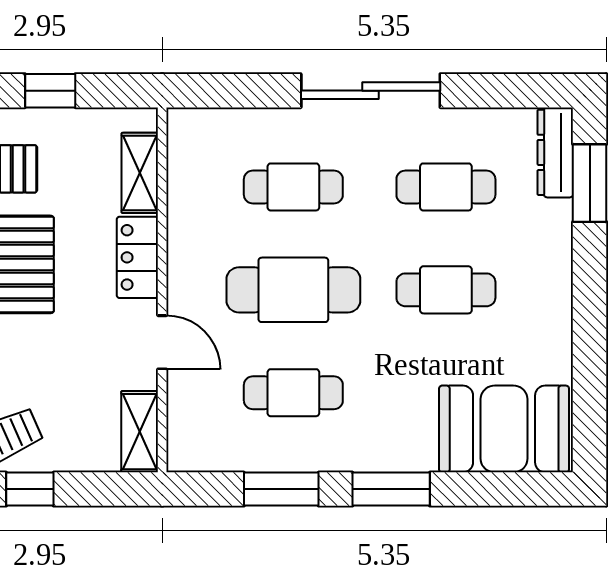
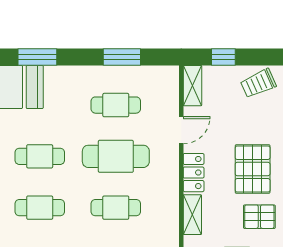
door: (162, 342) -> (181, 130), swing flipped
window: (30, 489) -> (223, 57), moved
window: (391, 489) -> (37, 57), moved

